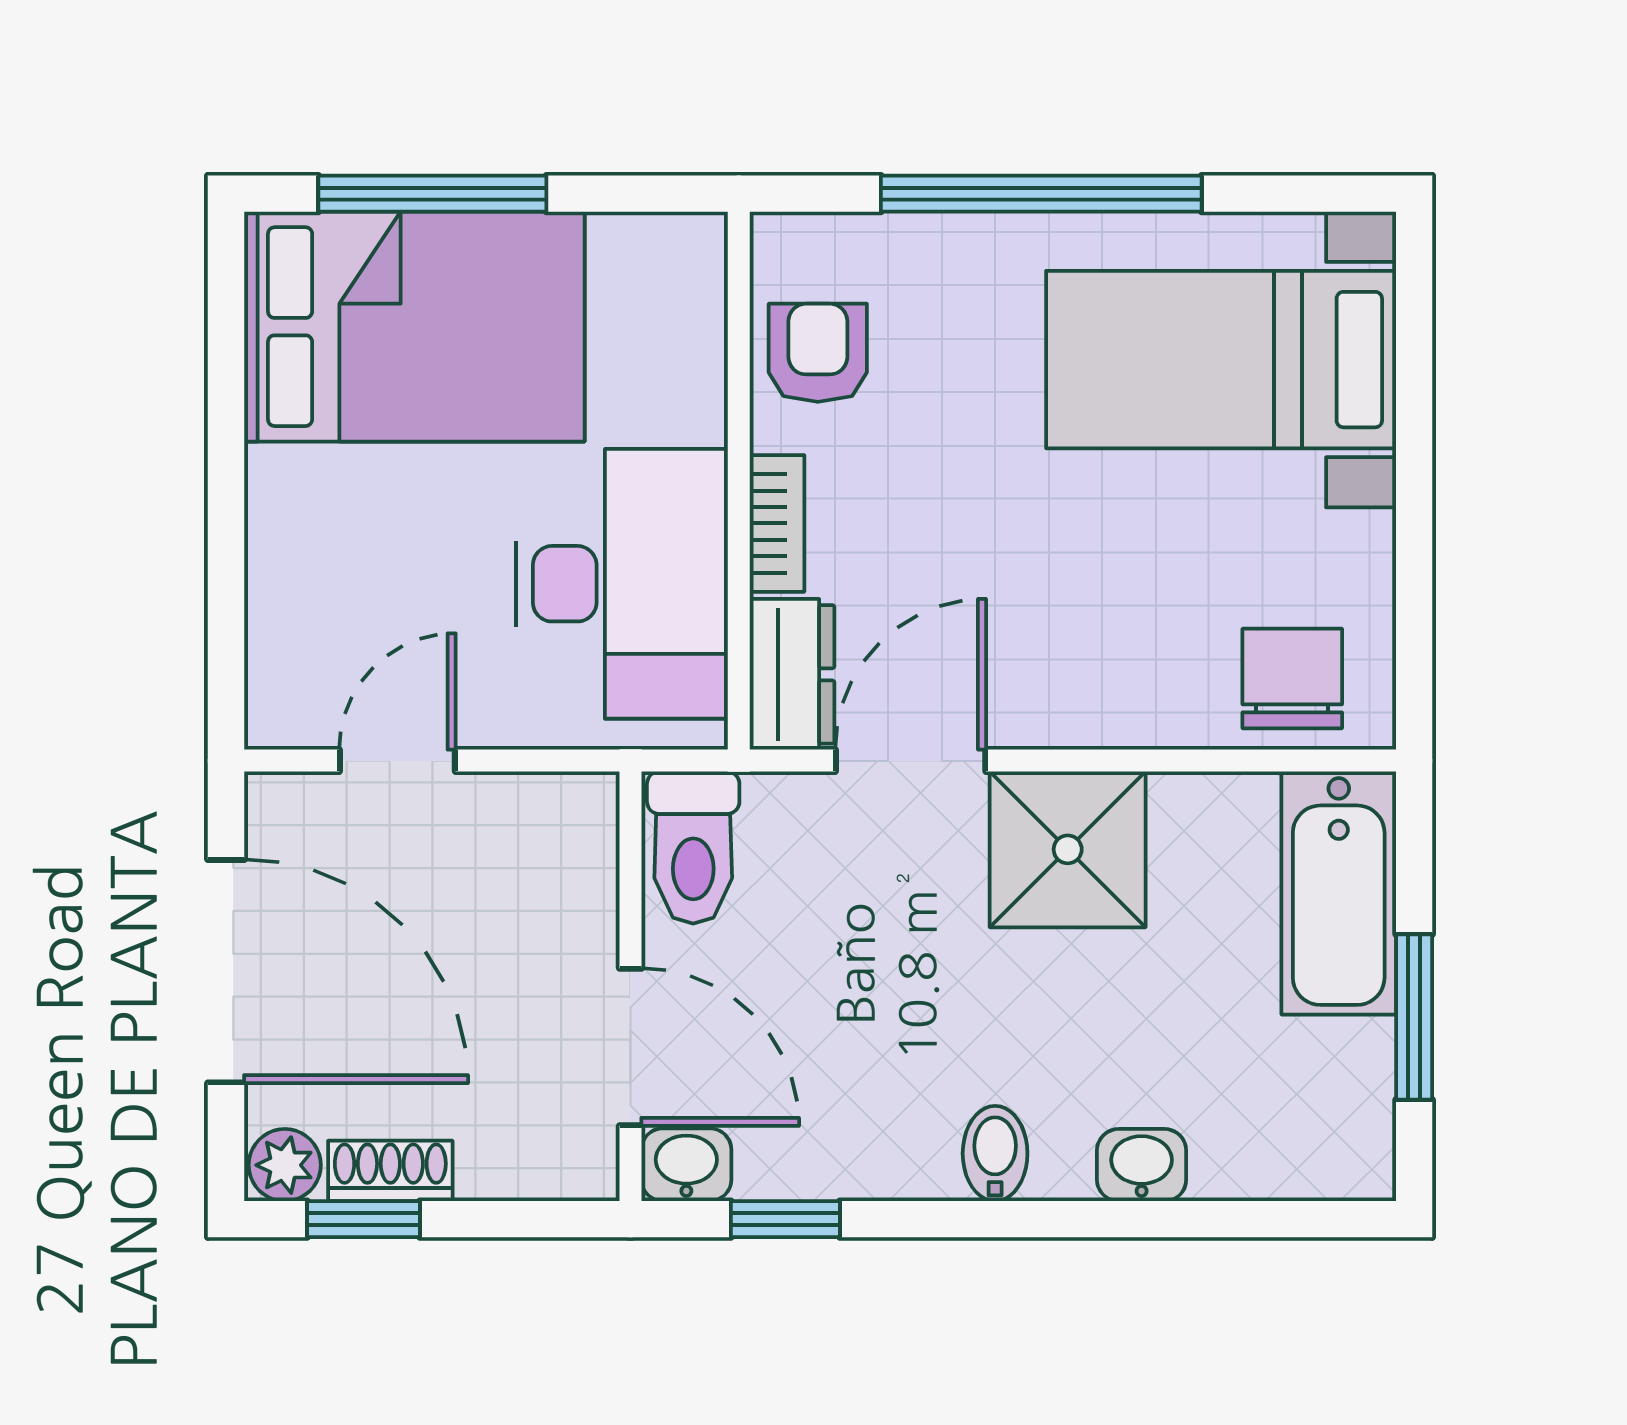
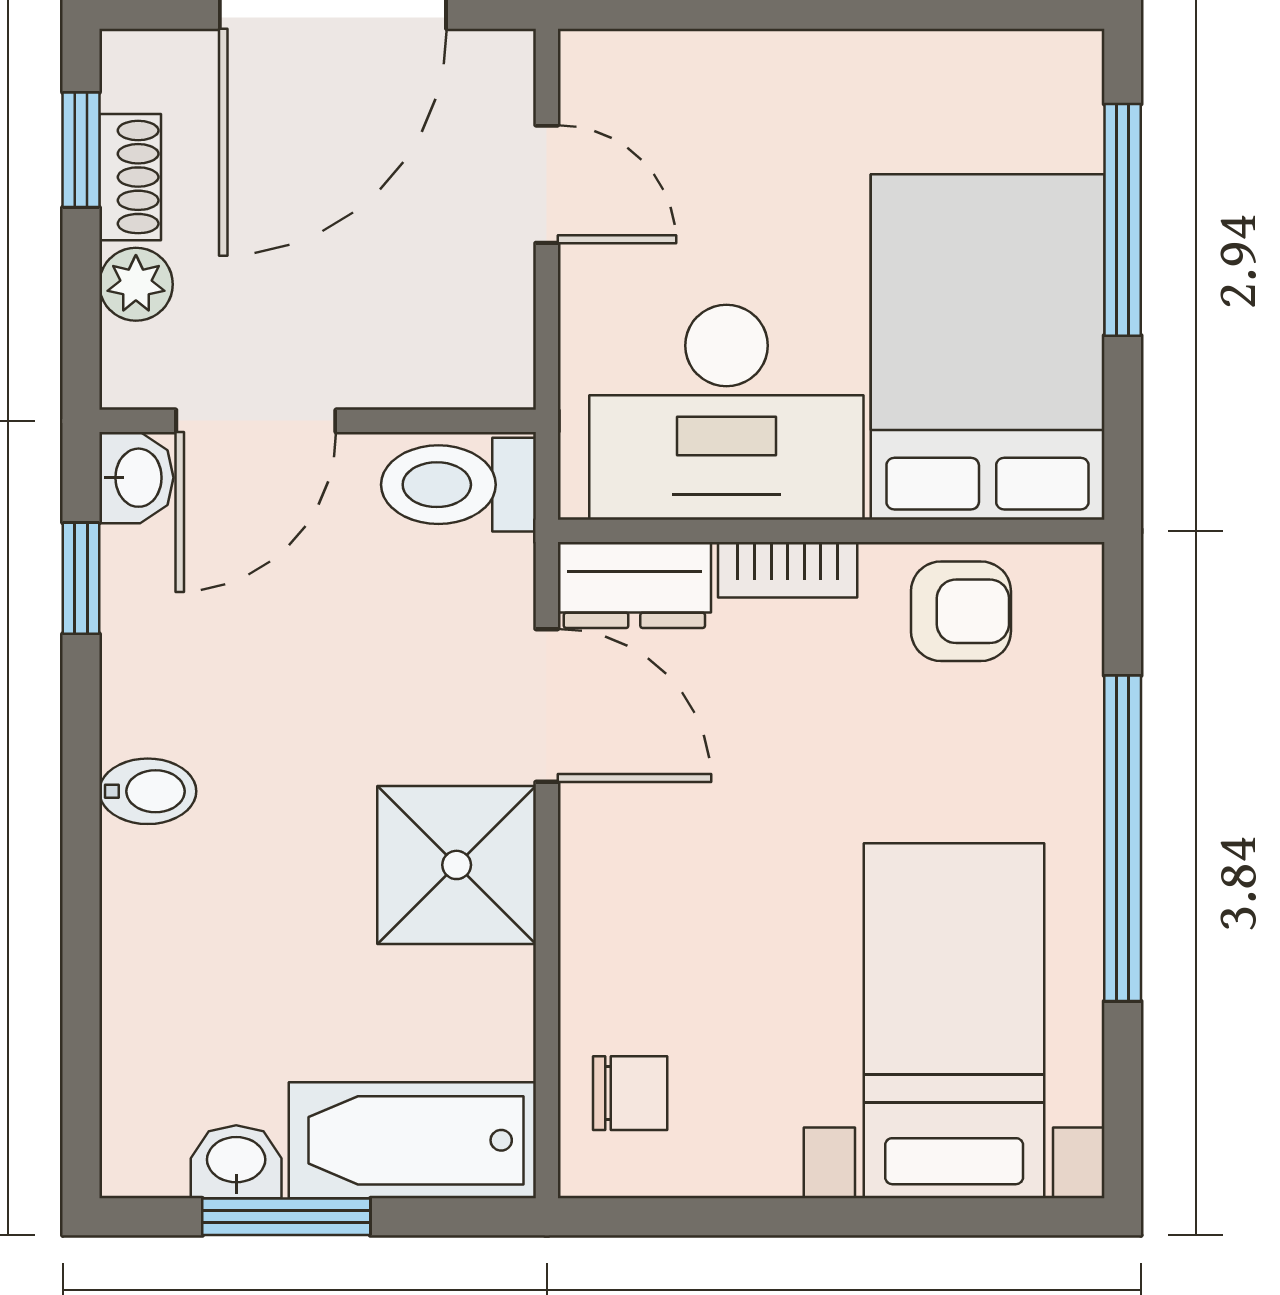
bed: (414, 327) -> (988, 347), moved, turned 180
chair: (1292, 678) -> (630, 1093), width x0.73, depth x0.73
plant: (285, 1165) -> (136, 284), moved
washbasin: (1142, 1165) -> (236, 1162), moved, turned -90

